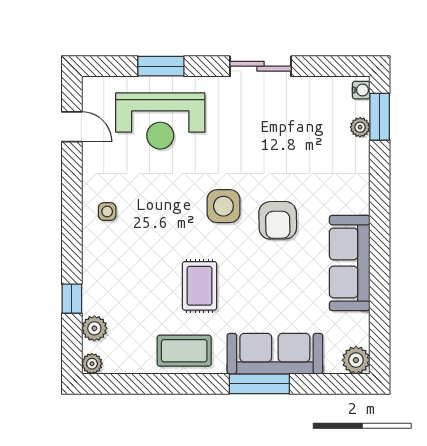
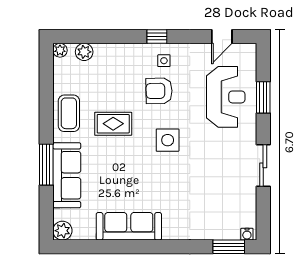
reception desk: (160, 121) -> (226, 97), turned 180
plant: (360, 127) -> (222, 233), removed
armchair: (278, 220) -> (159, 91), moved
window: (72, 299) -> (157, 37), moved

